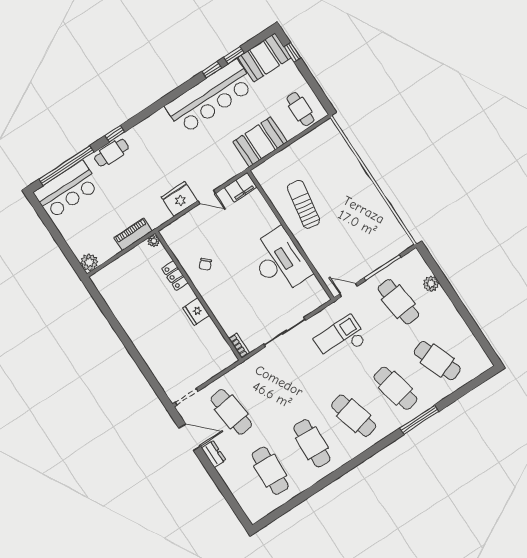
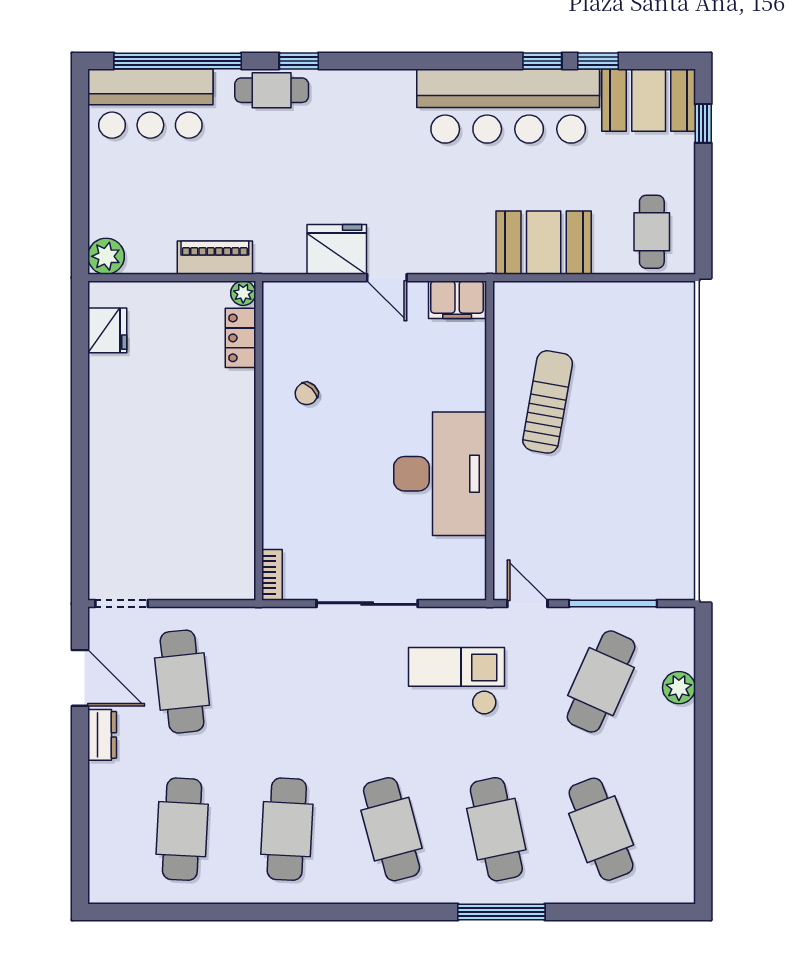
locker: (175, 276) -> (240, 338), moved
cafe table: (398, 302) -> (601, 682), turned 30
fridge: (196, 312) -> (107, 330), moved, turned 180

